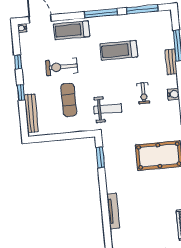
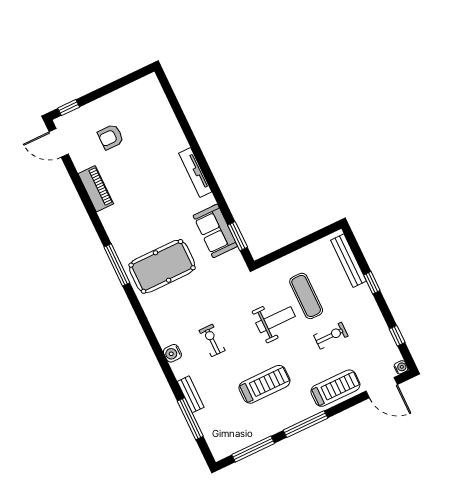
window: (18, 62) -> (397, 336), moved
exercise bike: (62, 67) -> (331, 336), width x0.73, depth x0.72
weight bench: (108, 109) -> (276, 320), moved, turned 180
sofa: (114, 166) -> (215, 231), added

